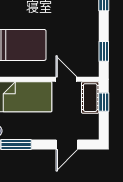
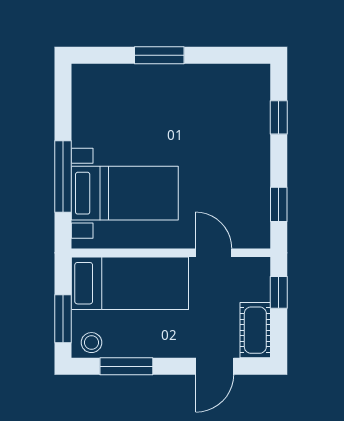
cot: (90, 98) -> (255, 330), moved

